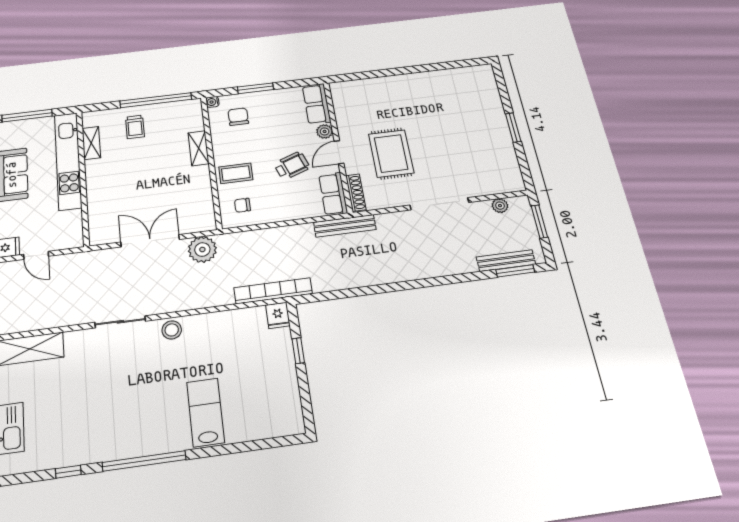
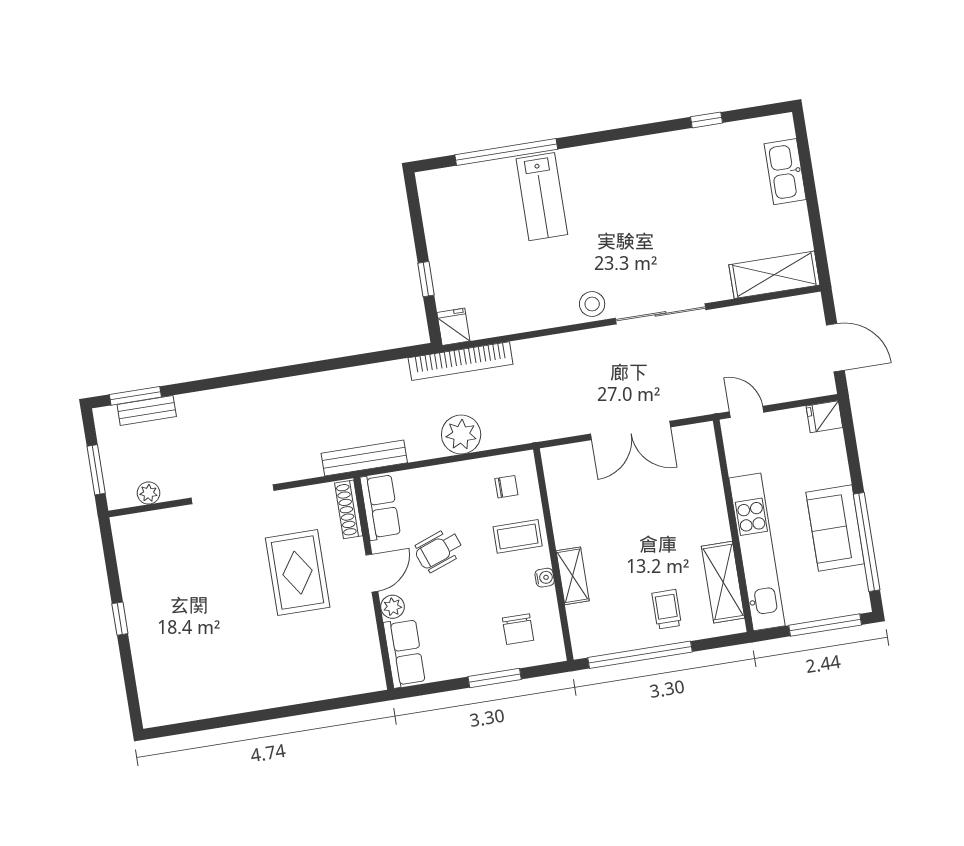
water cooler: (212, 102) -> (545, 578), moved
window: (513, 128) -> (120, 619), width x0.67
shelving: (91, 143) -> (723, 582), width x1.50, depth x1.33
plant: (202, 250) -> (461, 434), moved
door: (36, 255) -> (747, 412), moved
bench: (506, 261) -> (147, 411), width x0.73
sliding door: (120, 322) -> (661, 314), width x1.37
window: (144, 461) -> (506, 152), moved

